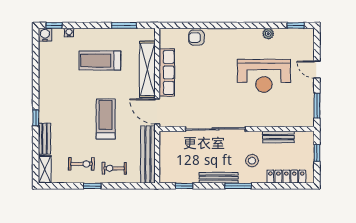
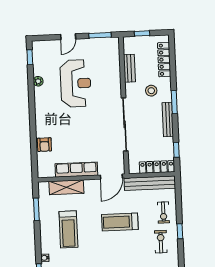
shelving: (147, 69) -> (66, 187), width x0.68
locker: (166, 163) -> (157, 167), added

